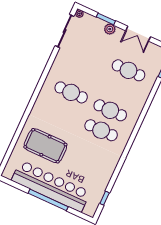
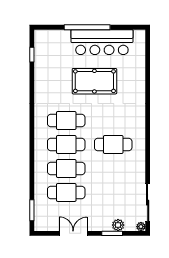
plant: (110, 29) -> (118, 225), moved
cafe table: (119, 90) -> (66, 168), added
pool table: (45, 146) -> (94, 81), moved
bar counter: (51, 186) -> (102, 42), width x0.73

